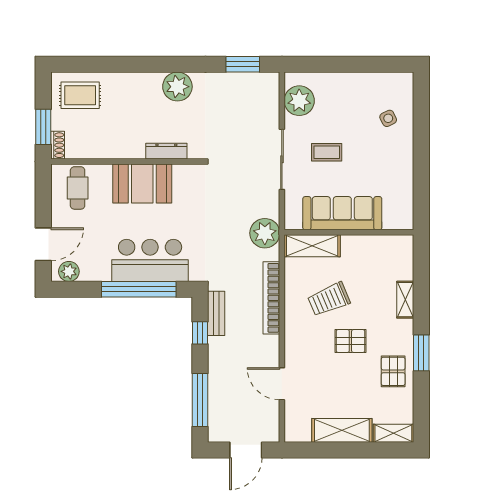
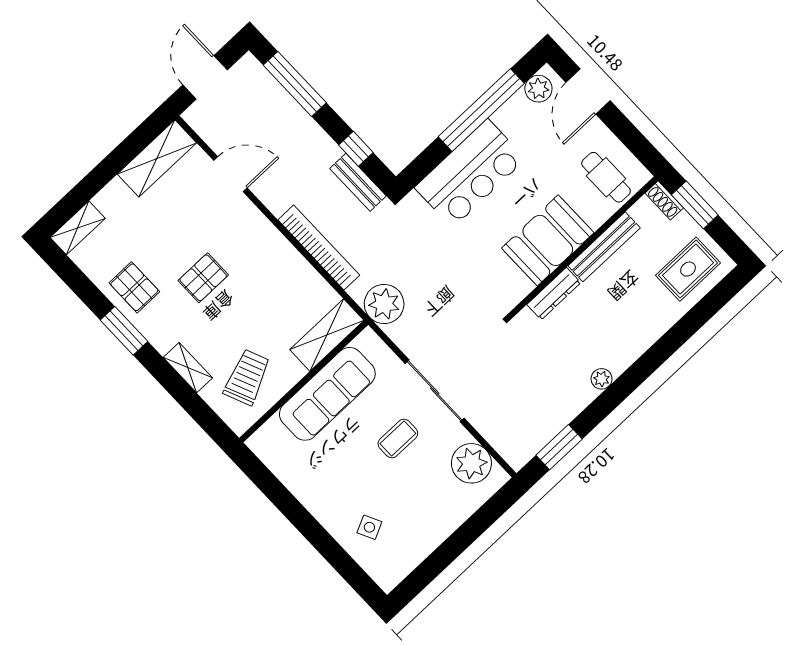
plant: (177, 87) -> (602, 379), width x0.53, depth x0.53
bench: (115, 151) -> (604, 247), added
window: (139, 289) -> (481, 110), moved
trolley: (329, 299) -> (247, 377), moved
shelving: (342, 430) -> (157, 158), moved

